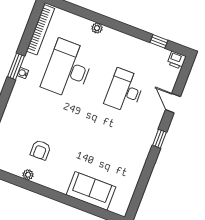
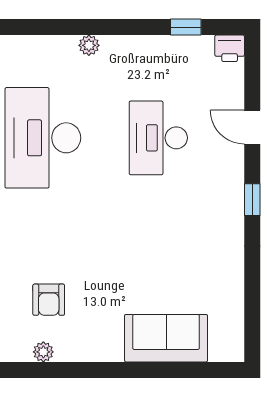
plant: (97, 28) -> (89, 45), moved

